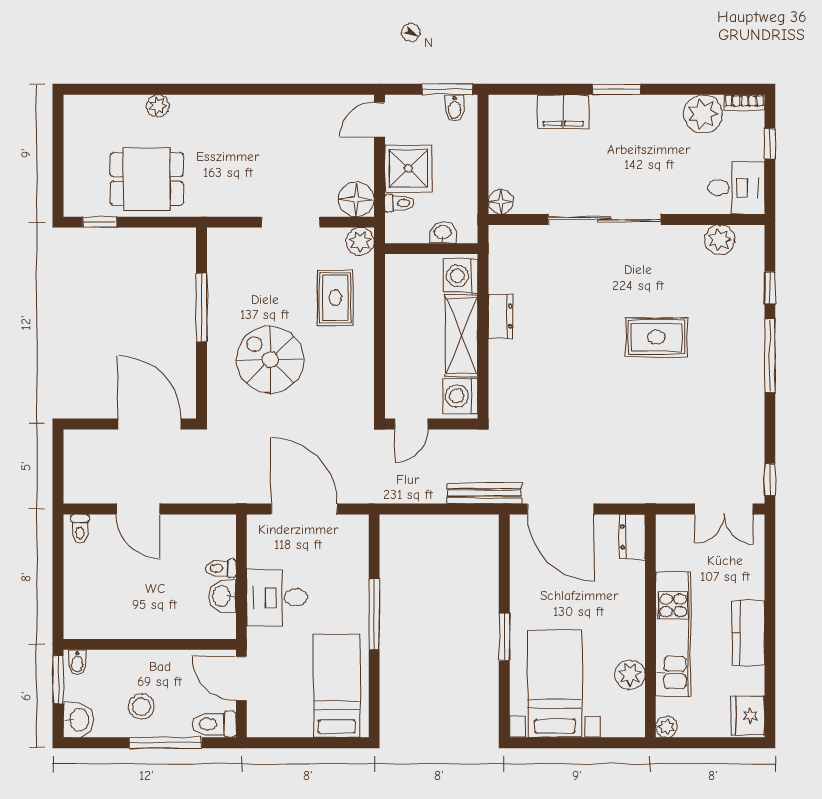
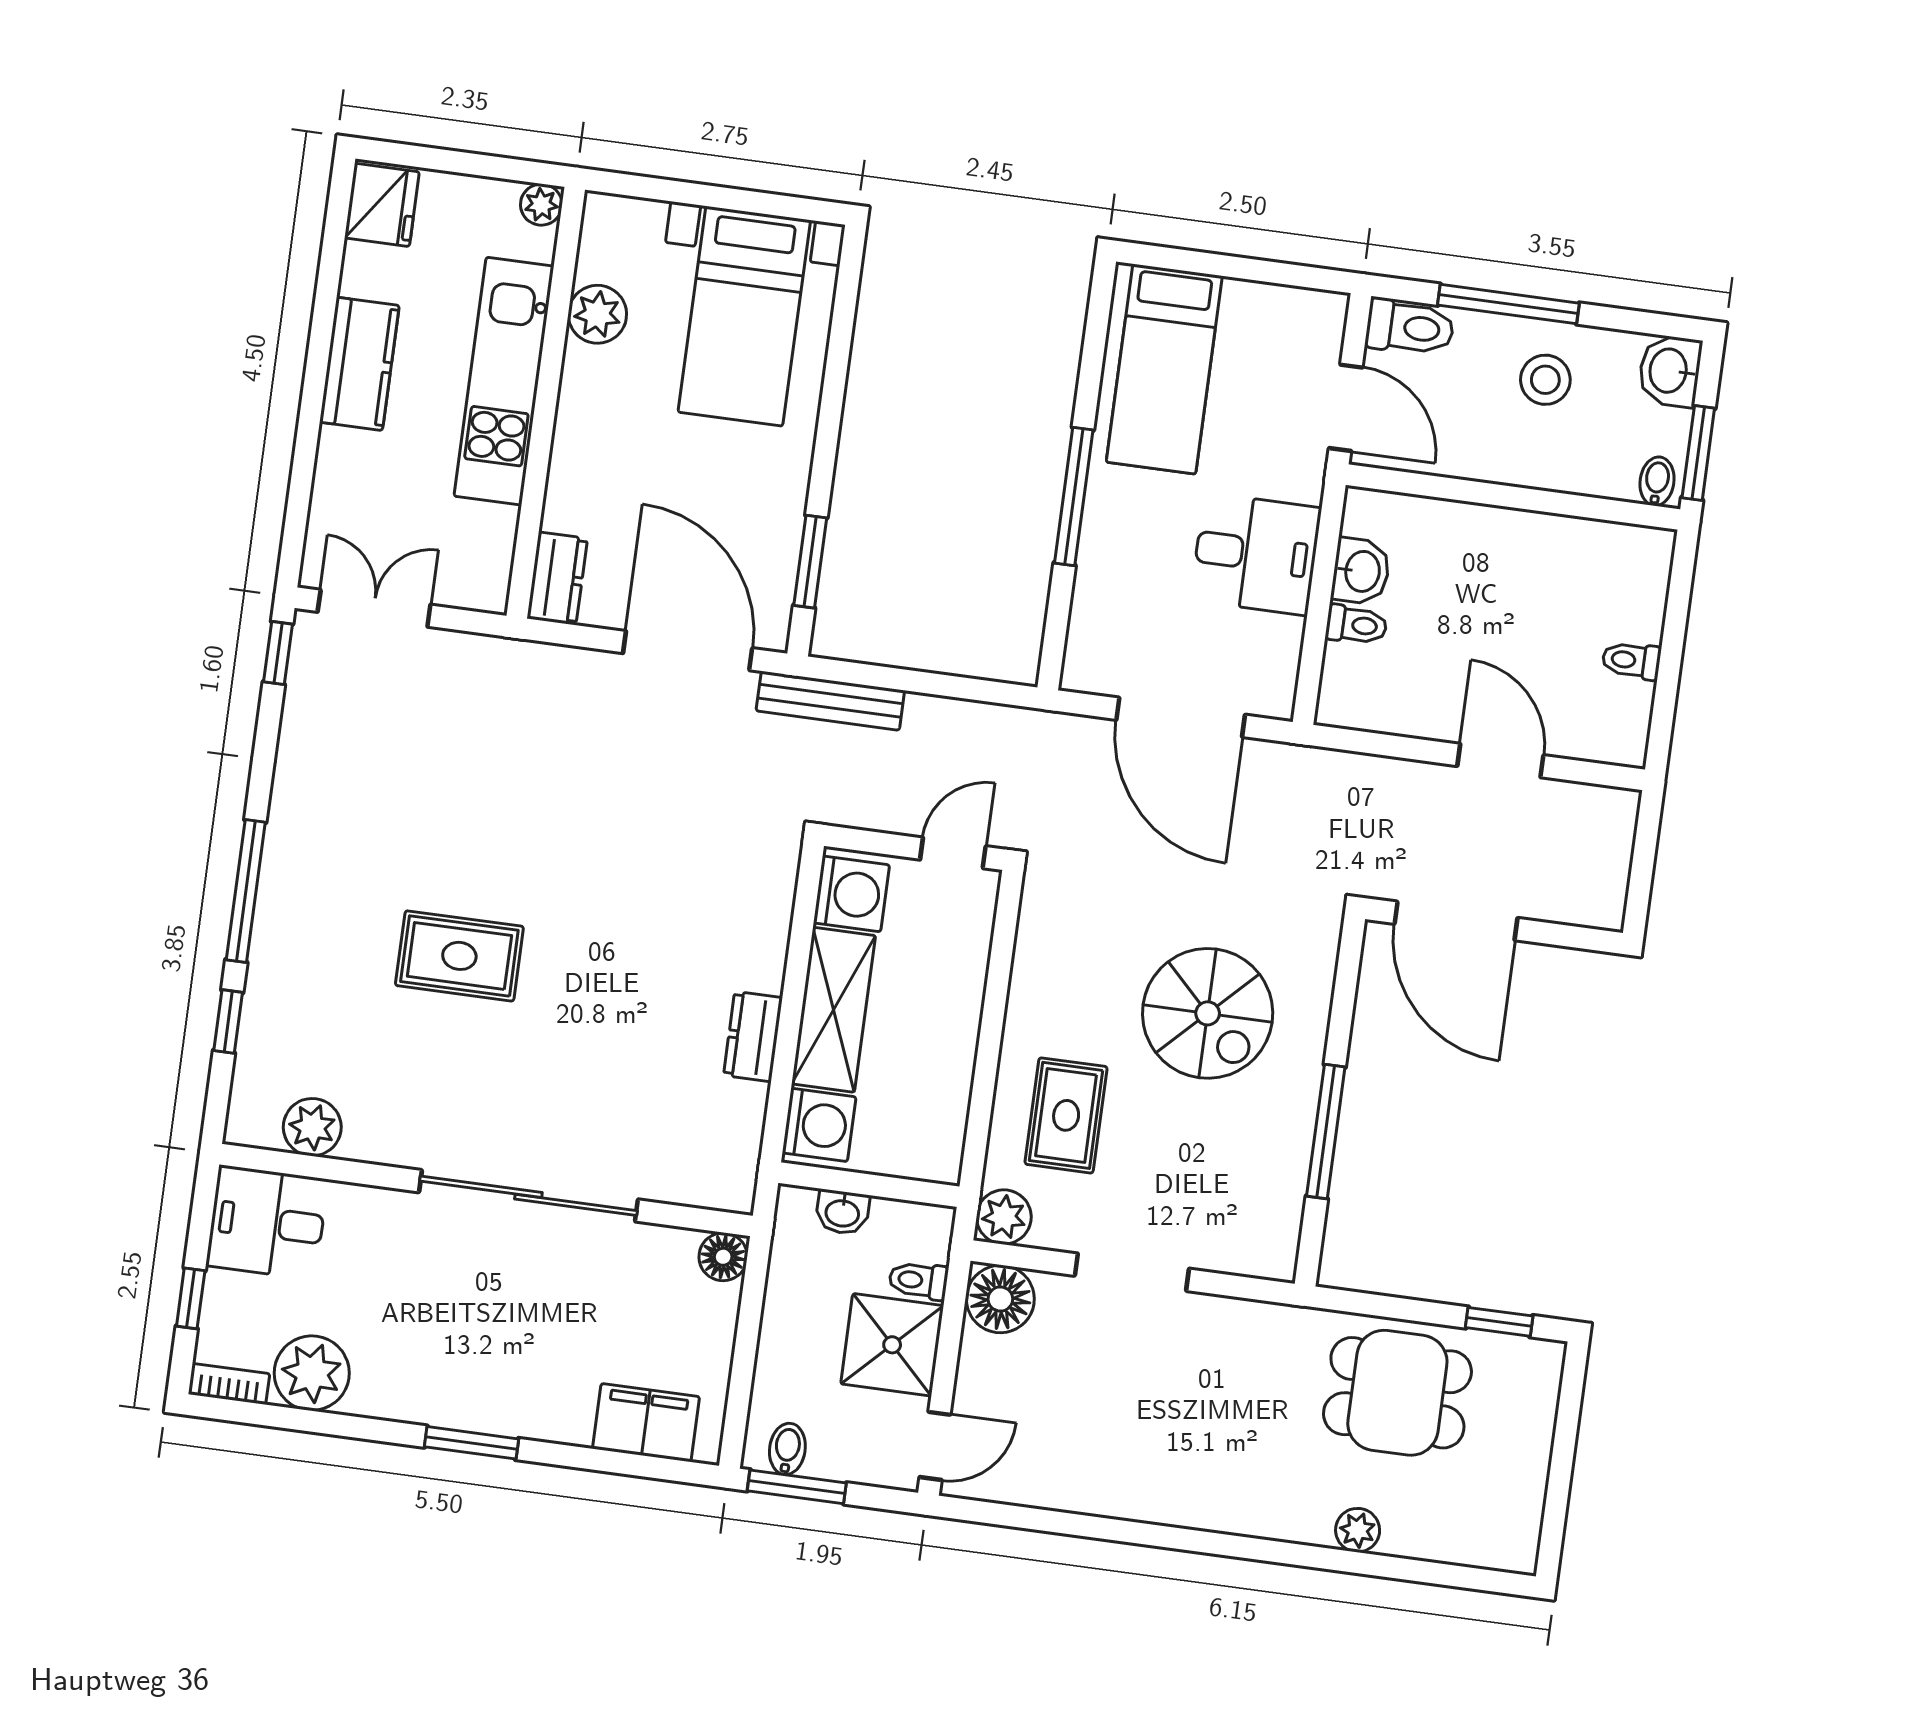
filing cabinet: (563, 112) -> (646, 1423), moved
toilet: (80, 529) -> (1631, 660), moved, turned -90
window: (504, 637) -> (810, 562), moved

